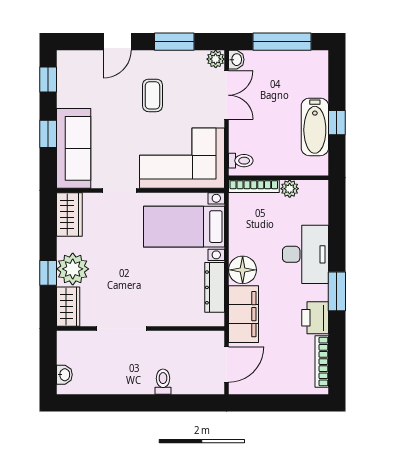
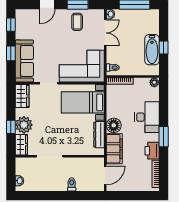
plant: (216, 59) -> (99, 14), removed
coffee table: (152, 95) -> (77, 22), moved
plant: (290, 189) -> (154, 82), moved

